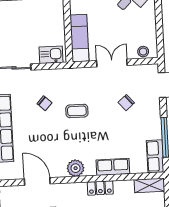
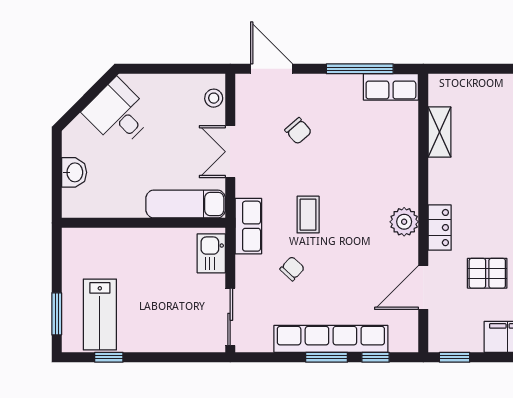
row of seats: (113, 167) -> (248, 226), moved, turned 180
shelving: (149, 185) -> (440, 132), moved
locker: (100, 188) -> (440, 228), moved

